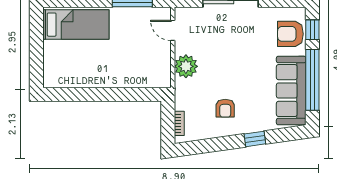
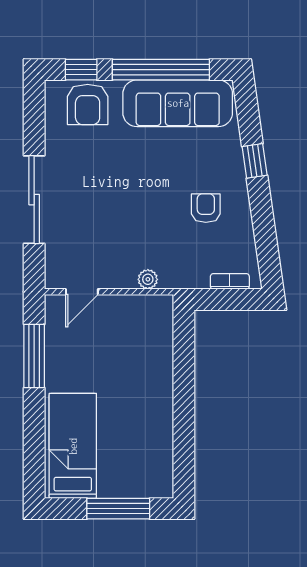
window: (36, 53) -> (118, 509), added
plant: (186, 66) -> (148, 279), width x0.53, depth x0.53
armchair: (225, 108) -> (206, 208), turned -90

